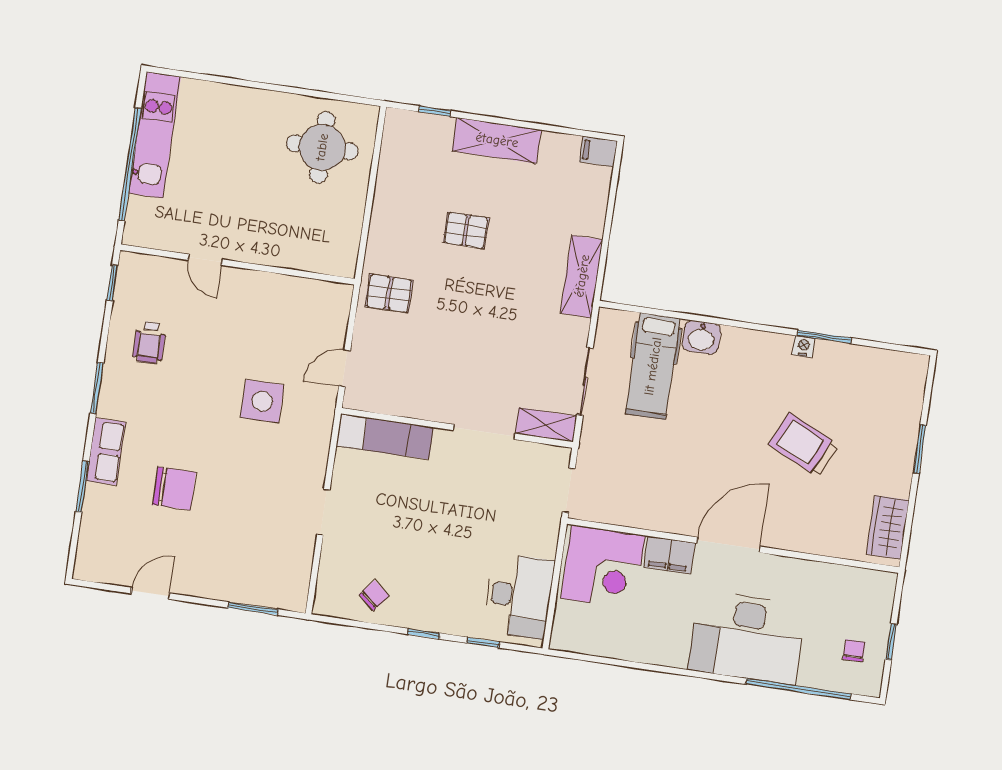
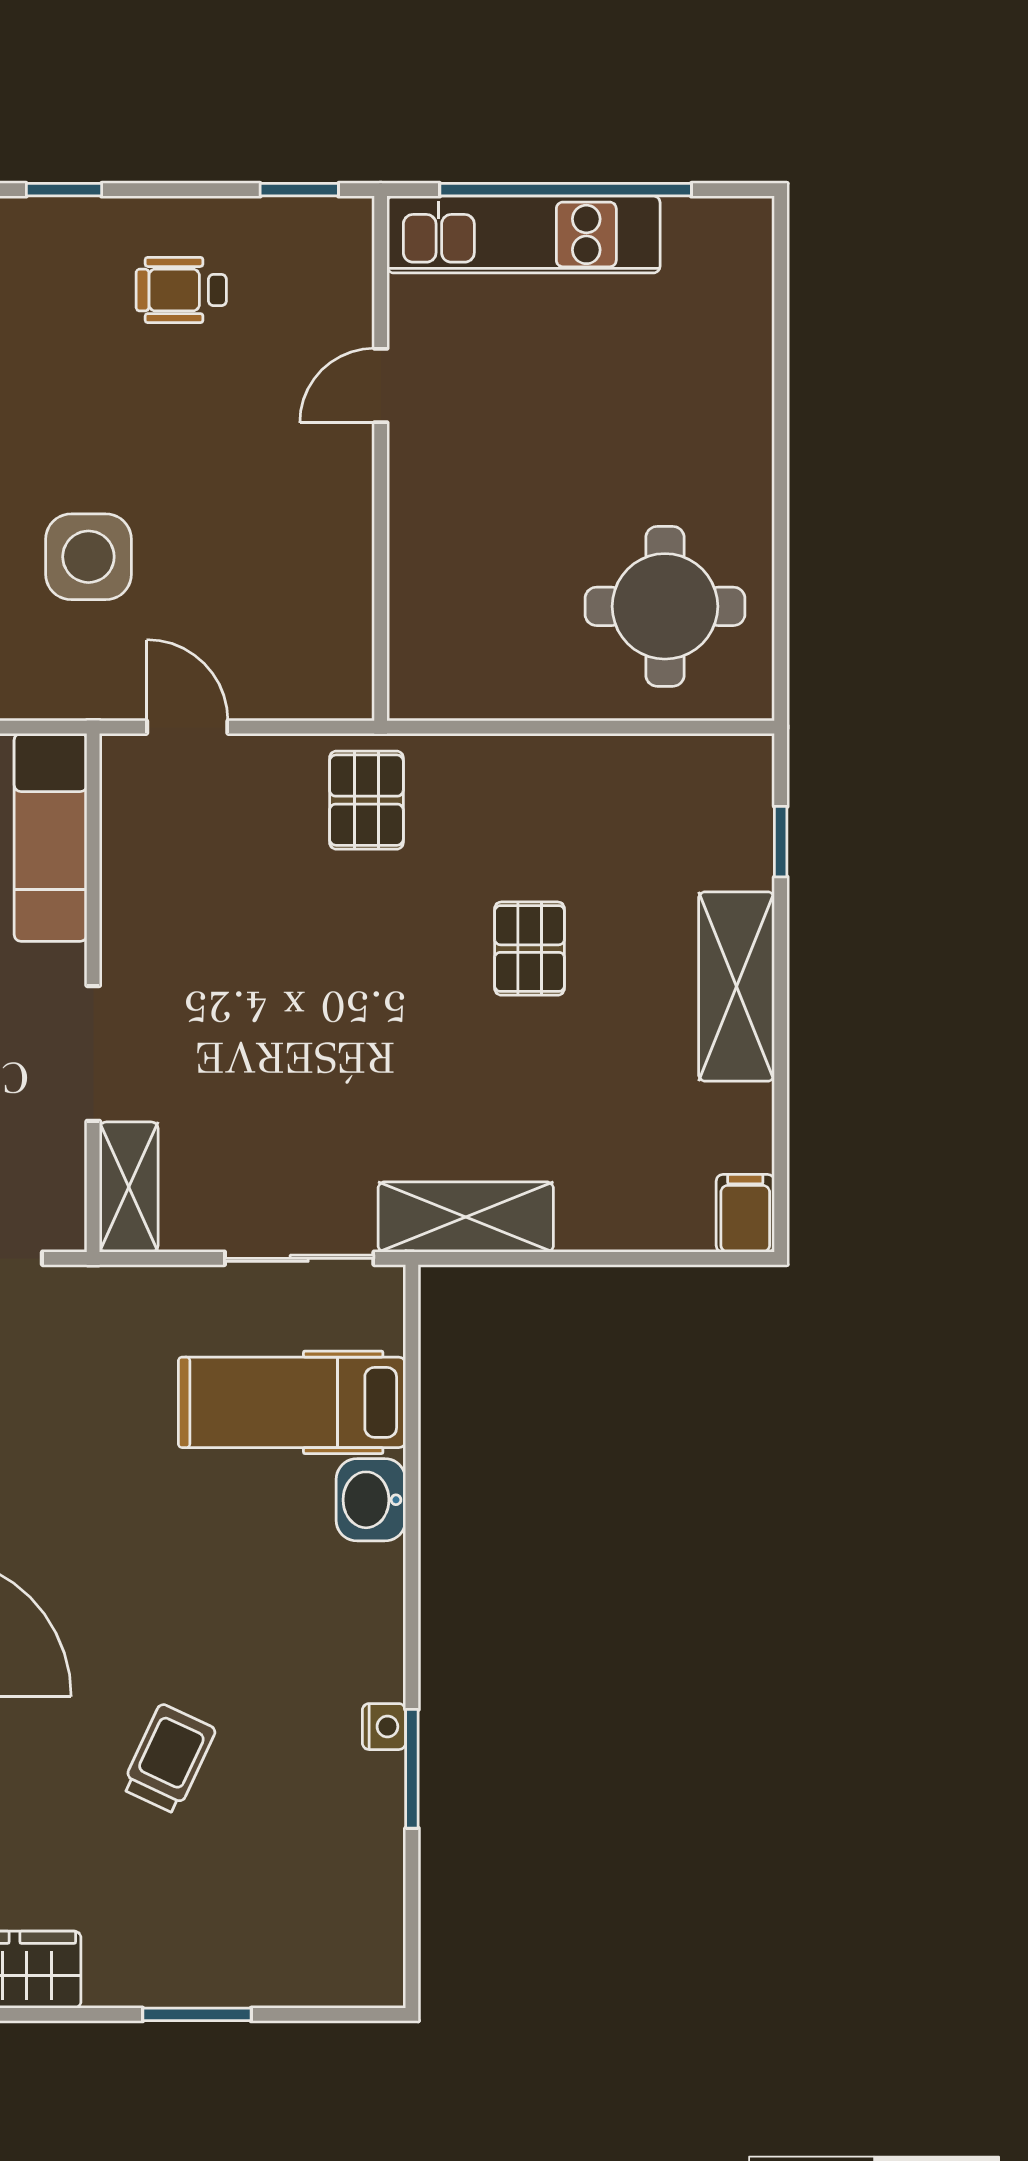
kitchen unit: (155, 135) -> (523, 234), moved
sliding door: (585, 381) -> (299, 1258), moved
window: (97, 388) -> (64, 190), width x0.67
trolley: (804, 445) -> (169, 1759), width x0.73, depth x0.72

